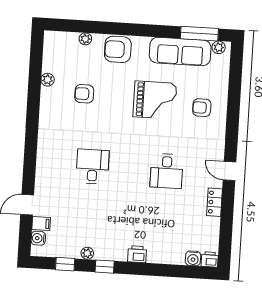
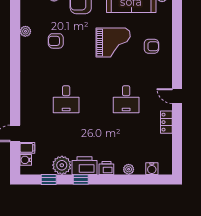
armchair: (202, 108) -> (151, 46), turned 180
desk: (93, 166) -> (66, 99), turned 180
plant: (87, 253) -> (62, 165), width x1.88, depth x1.88
plant: (164, 258) -> (129, 169), added
printer: (210, 259) -> (84, 166), moved, width x1.87, depth x1.48

